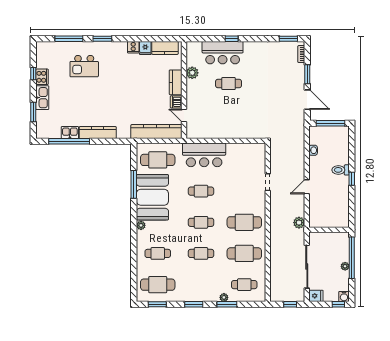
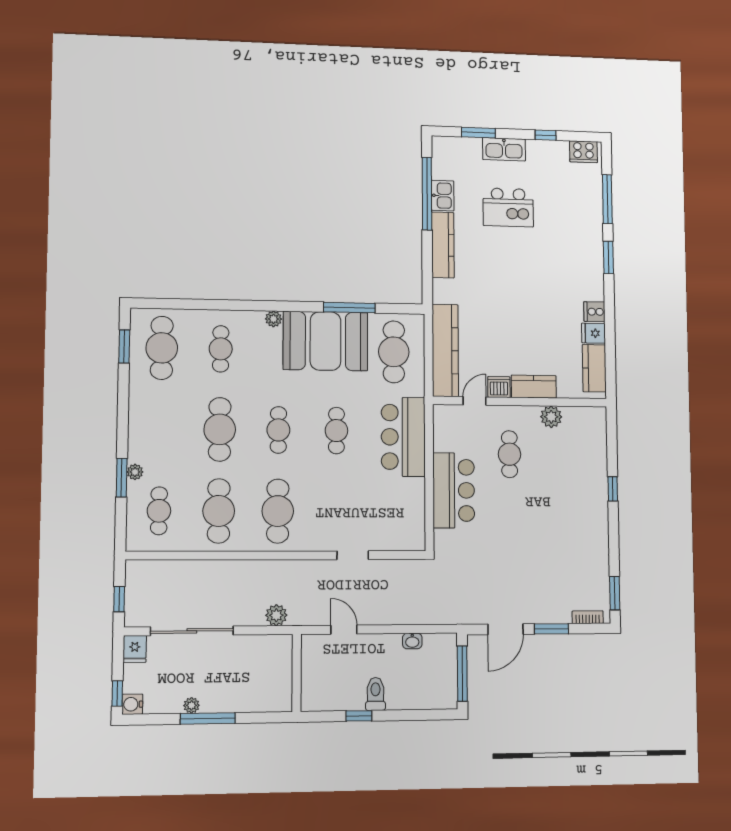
bar counter: (223, 53) -> (454, 490), moved, turned 180
kitchen island: (84, 66) -> (508, 207), moved, turned -90
cooker: (42, 77) -> (583, 152), moved
cafe table: (229, 84) -> (509, 454), moved
wall: (329, 230) -> (297, 673), moved
cafe table: (201, 253) -> (220, 429), width x1.37, depth x1.35
window: (352, 258) -> (208, 718), width x0.68
window: (194, 304) -> (123, 415), removed

